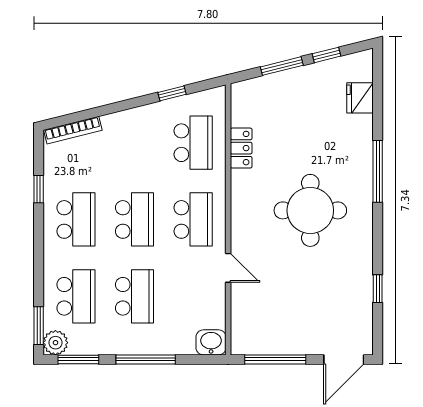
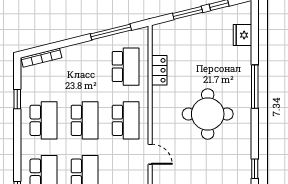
window: (172, 93) -> (111, 32), width x2.17

